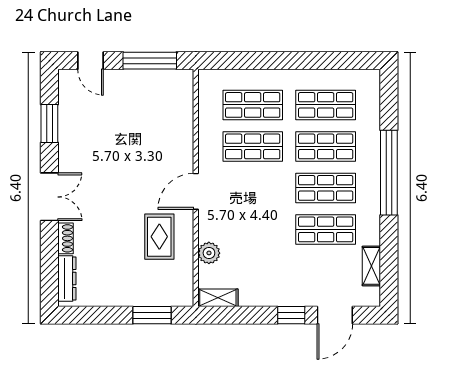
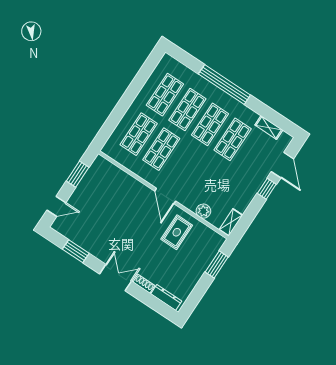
window: (150, 61) -> (78, 174), width x0.69
rug: (159, 237) -> (177, 232), turned 90

